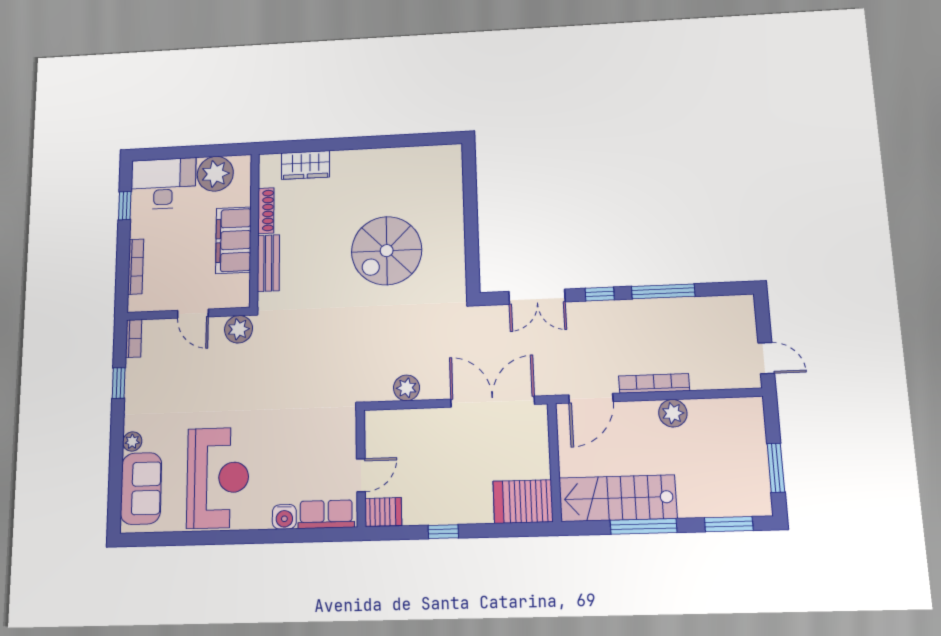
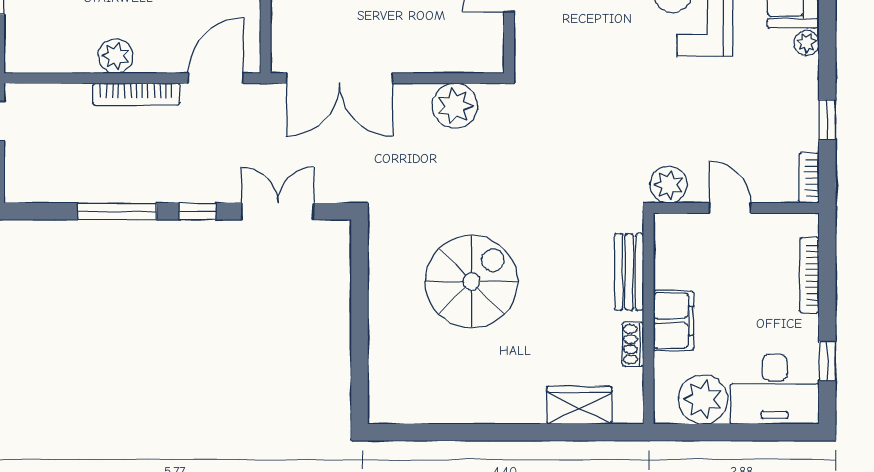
shoe rack: (266, 211) -> (633, 344), width x0.70
filing cabinet: (233, 240) -> (673, 320), width x0.67, depth x0.86
plant: (407, 388) -> (455, 106), width x1.36, depth x1.36

